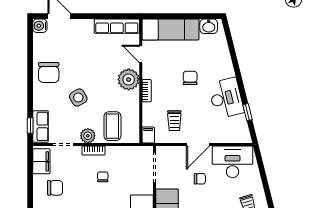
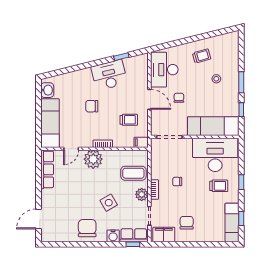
water cooler: (40, 26) -> (113, 236), moved
chair: (49, 73) -> (87, 228), turned -90

